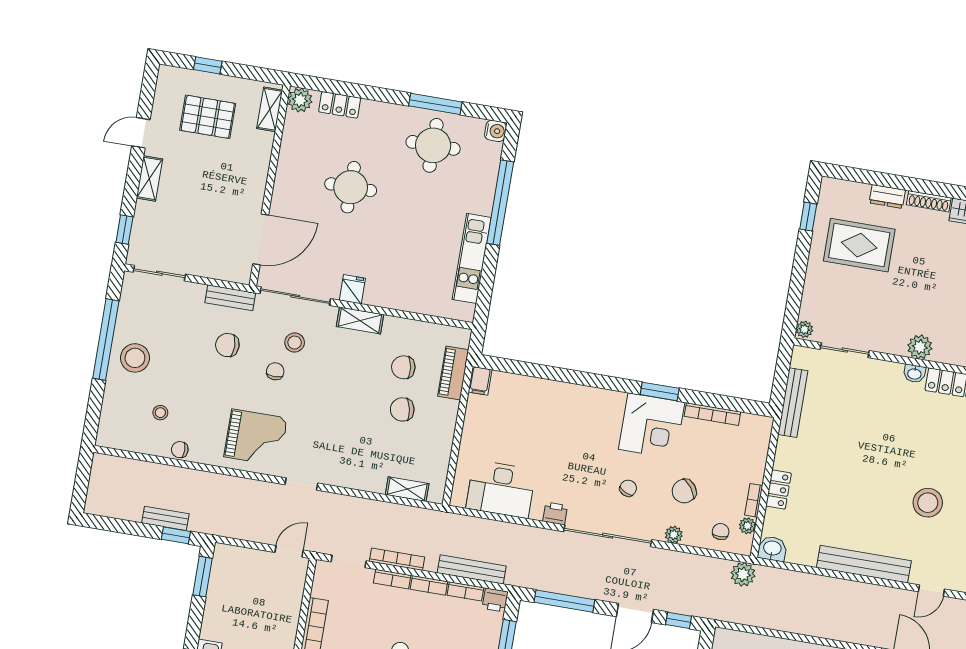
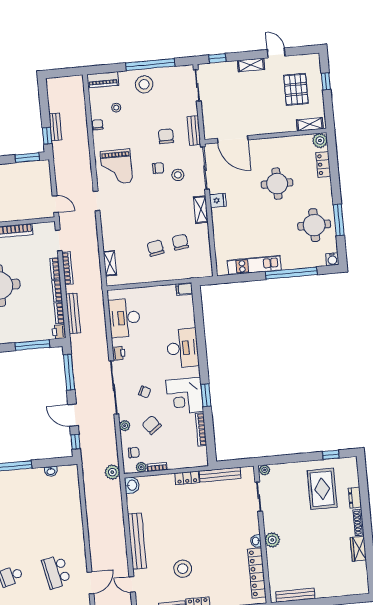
piano: (453, 373) -> (103, 80), moved, turned 180
desk: (574, 409) -> (183, 348), added
locker: (779, 490) -> (187, 478), moved

